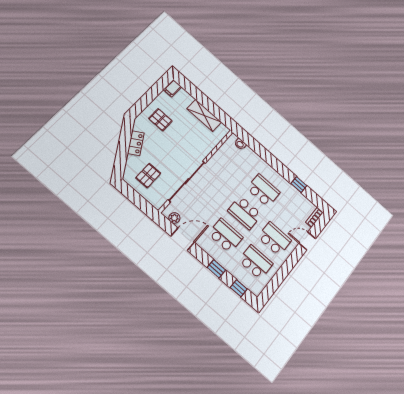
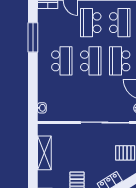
window: (299, 185) -> (33, 37), width x2.17
school desk: (263, 190) -> (62, 61), turned 180
school desk: (256, 262) -> (120, 23), turned 180

